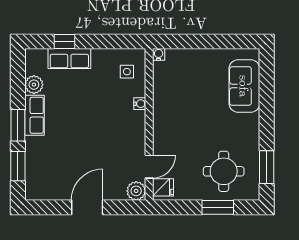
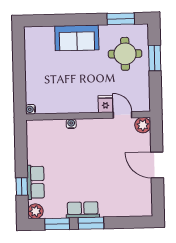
side table: (127, 72) -> (45, 135), removed
plant: (34, 85) -> (36, 211), moved
sofa: (244, 86) -> (77, 38), moved
window: (18, 166) -> (57, 224), moved
fridge: (163, 187) -> (105, 104), moved

